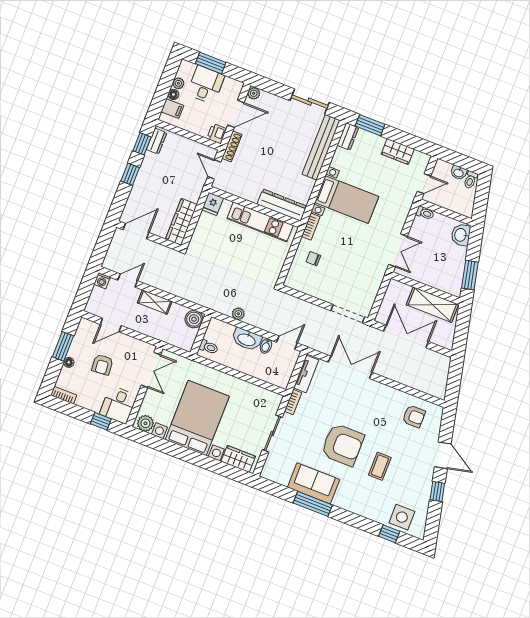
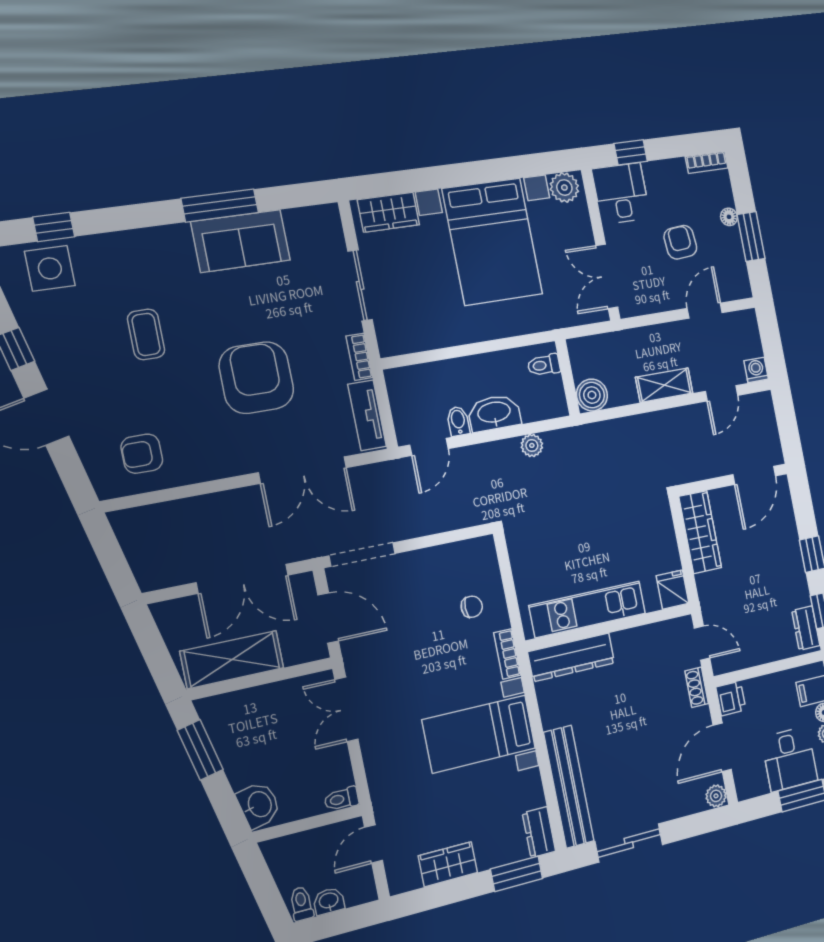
shoe rack: (232, 146) -> (697, 687), width x0.70
door: (380, 296) -> (328, 618), added
armchair: (343, 445) -> (256, 378), moved, turned 90

